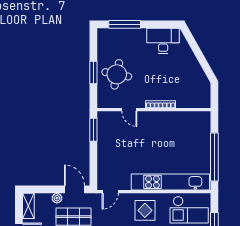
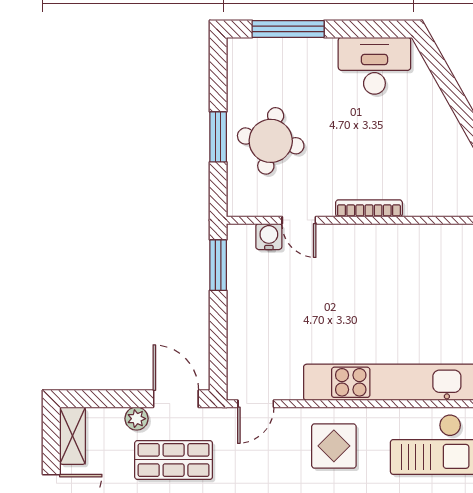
water cooler: (116, 117) -> (269, 237), added

